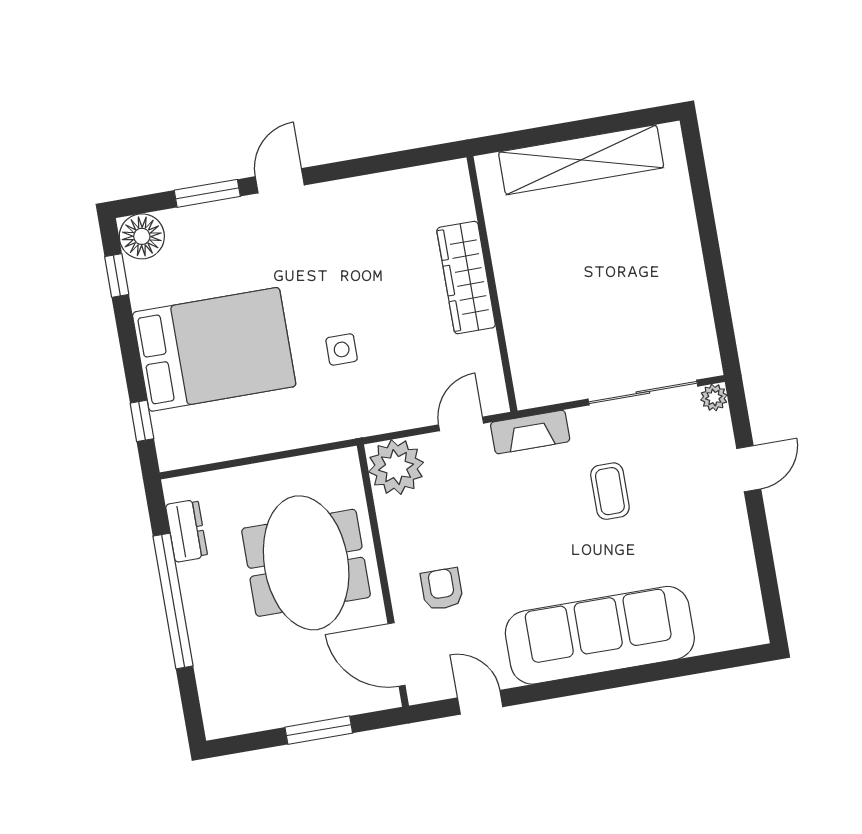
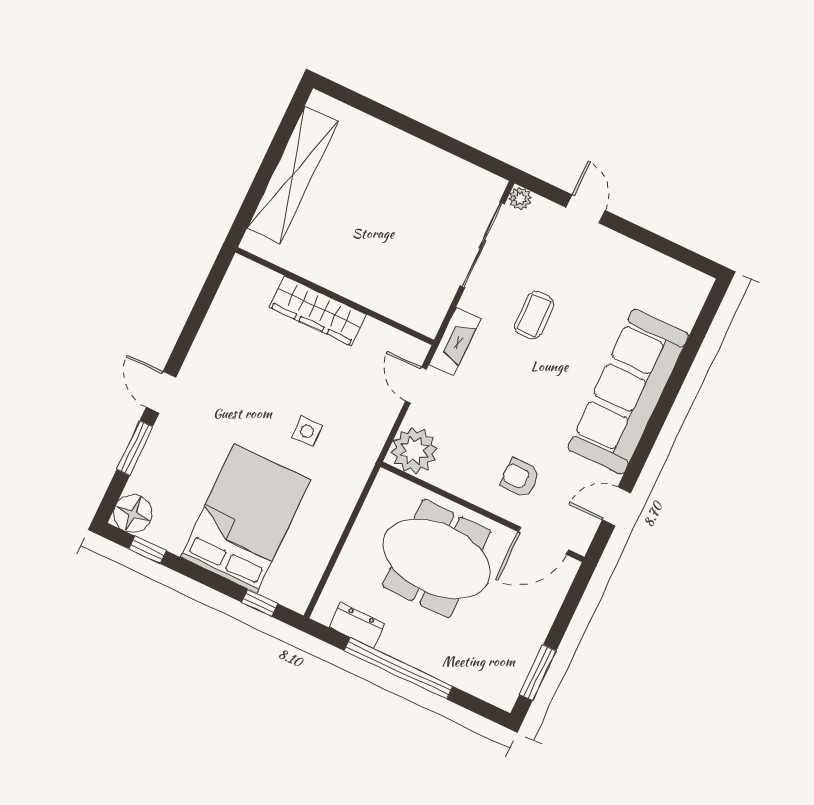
coffee table: (610, 491) -> (534, 315), turned 90
window: (319, 730) -> (538, 673), moved

